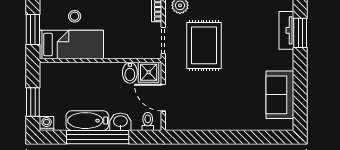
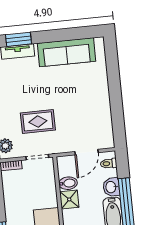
rug: (204, 45) -> (38, 121), width x0.73, depth x0.70
shower: (149, 72) -> (69, 199), moved
sofa: (280, 95) -> (66, 52), width x1.36

